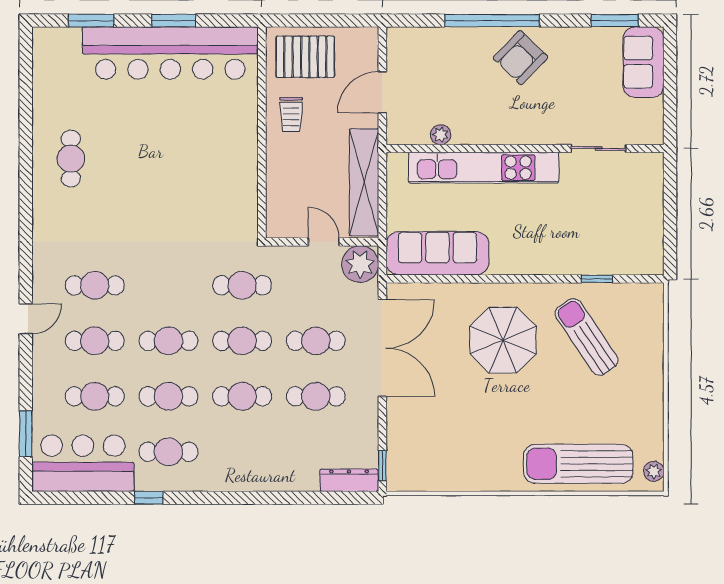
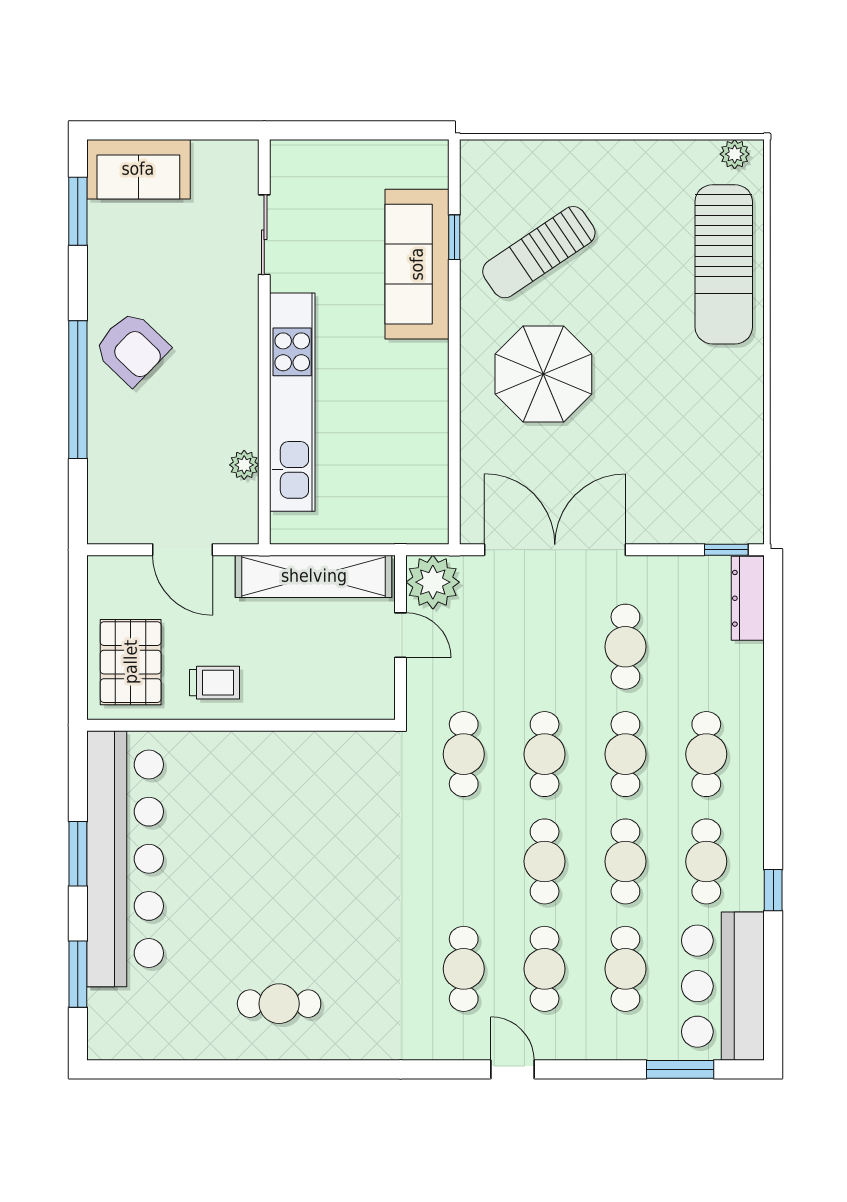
door: (324, 242) -> (400, 635), swing flipped
sofa: (437, 253) -> (417, 264), moved
cafe table: (316, 341) -> (706, 754), moved

